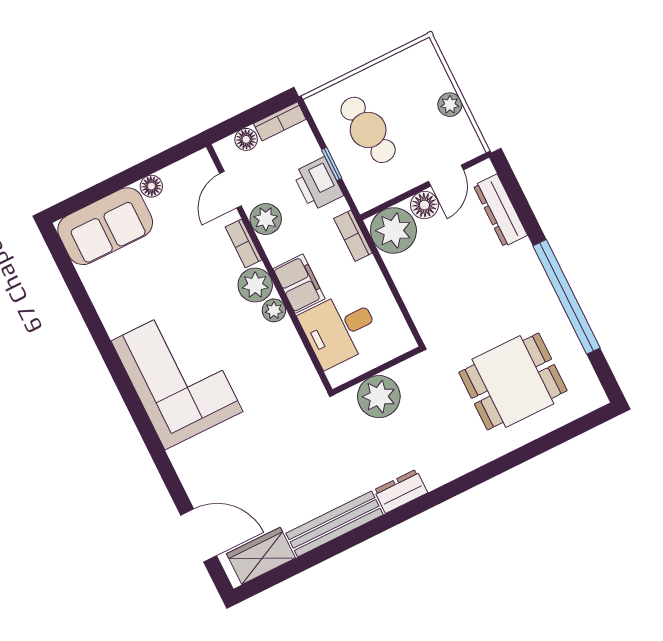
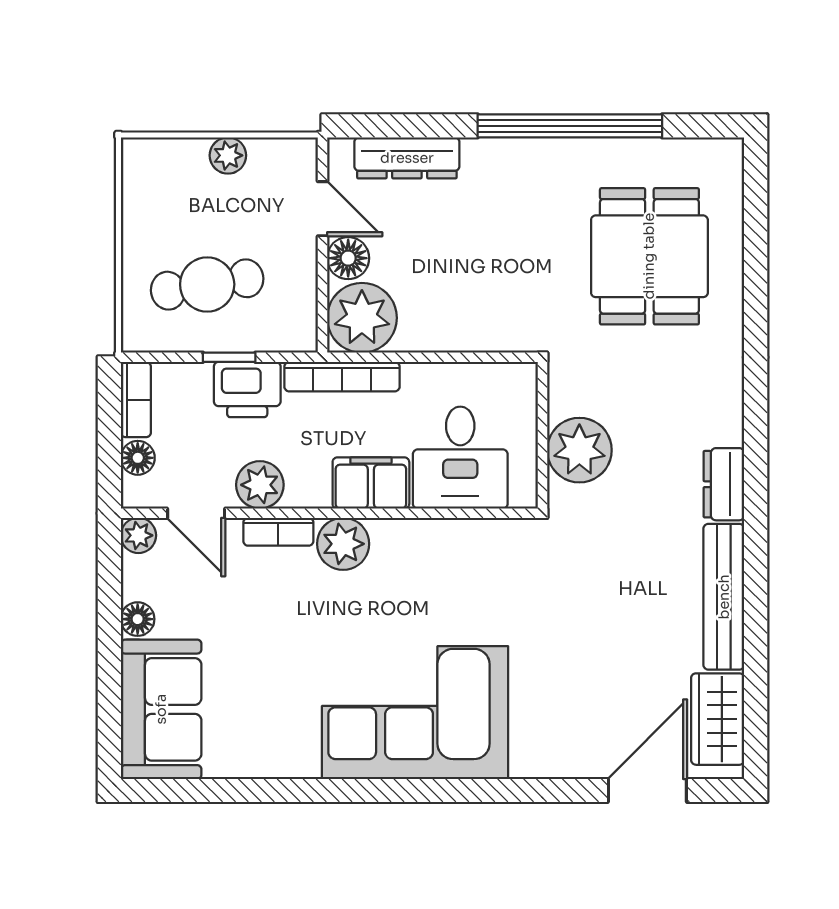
bookcase: (353, 236) -> (342, 377), width x1.56
plant: (274, 310) -> (138, 535), moved

